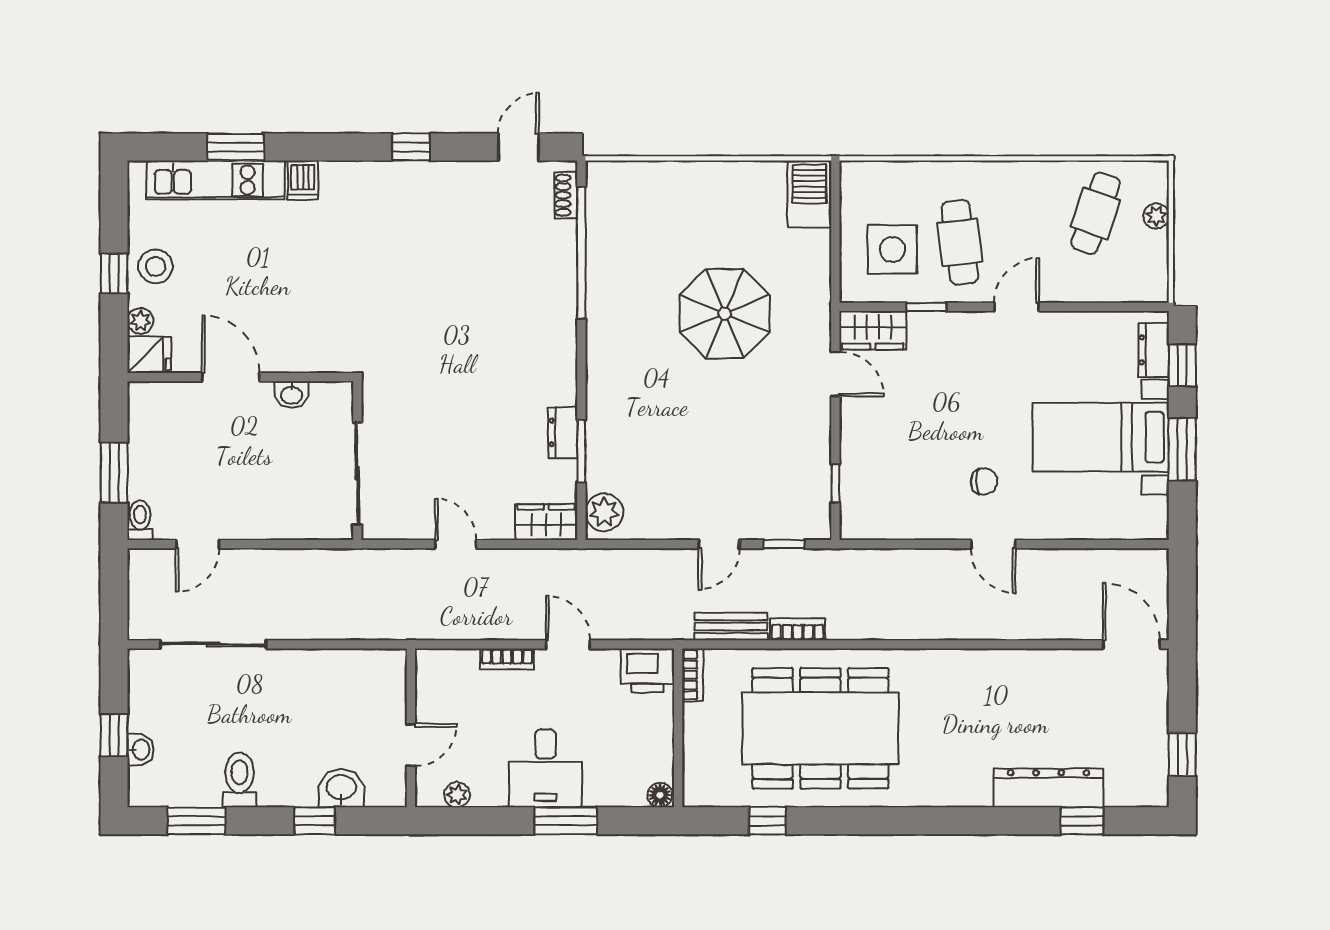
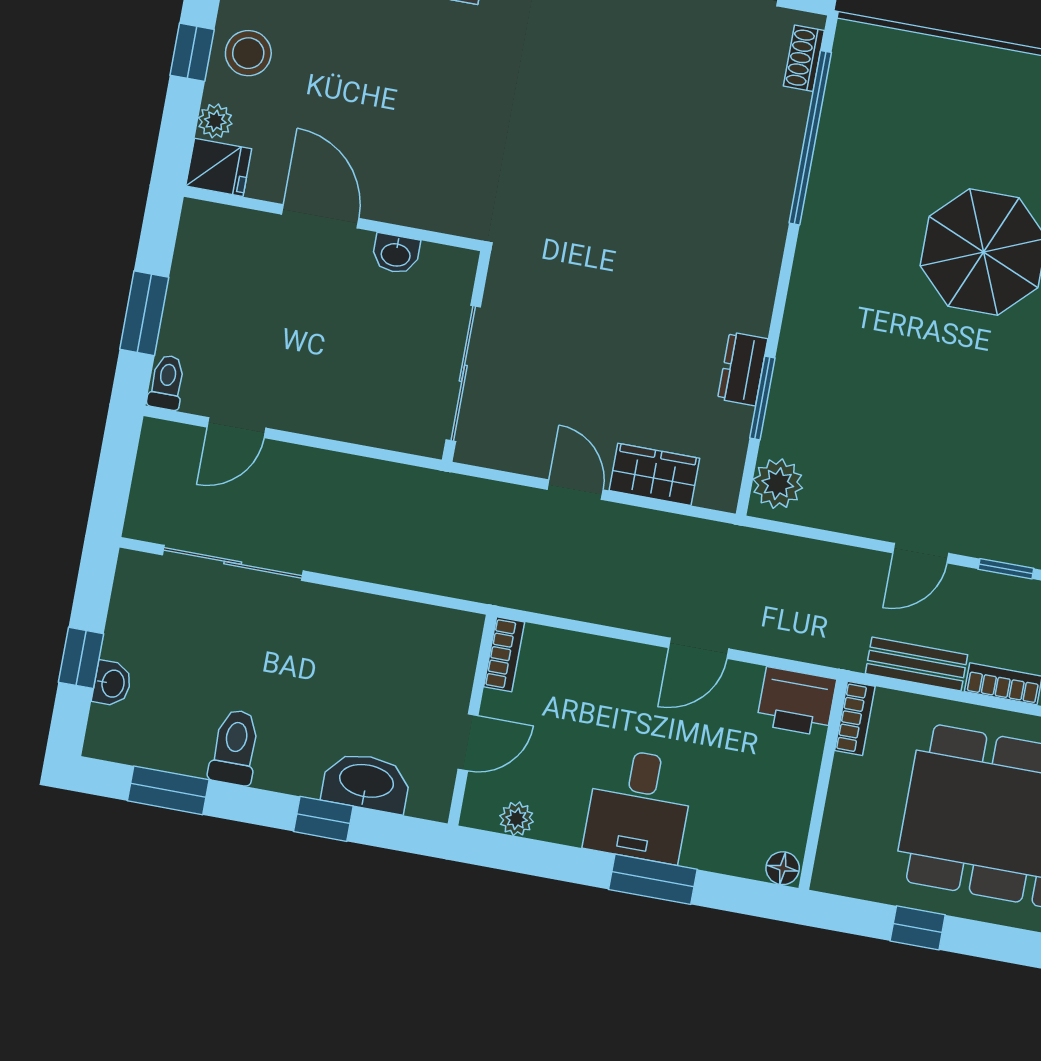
wardrobe: (546, 522) -> (654, 474), moved
door: (568, 644) -> (699, 648), swing flipped
bookcase: (507, 659) -> (504, 654), moved, turned -90
washbasin: (341, 788) -> (366, 782), width x1.38

